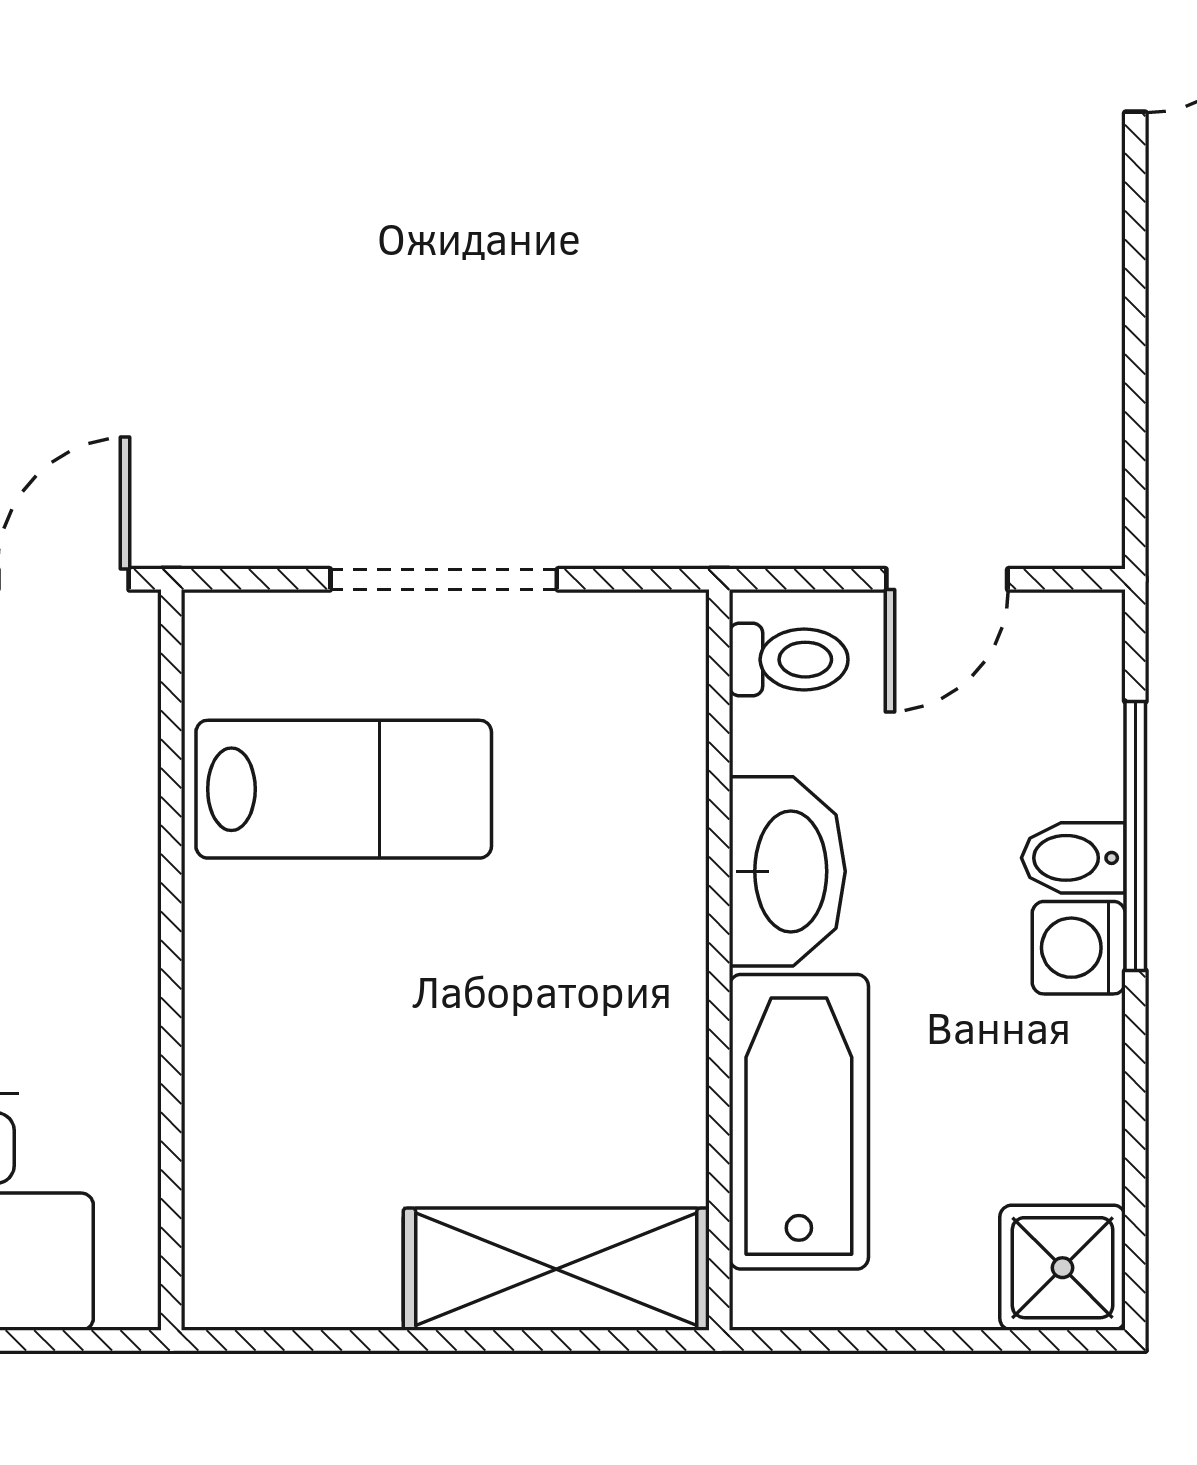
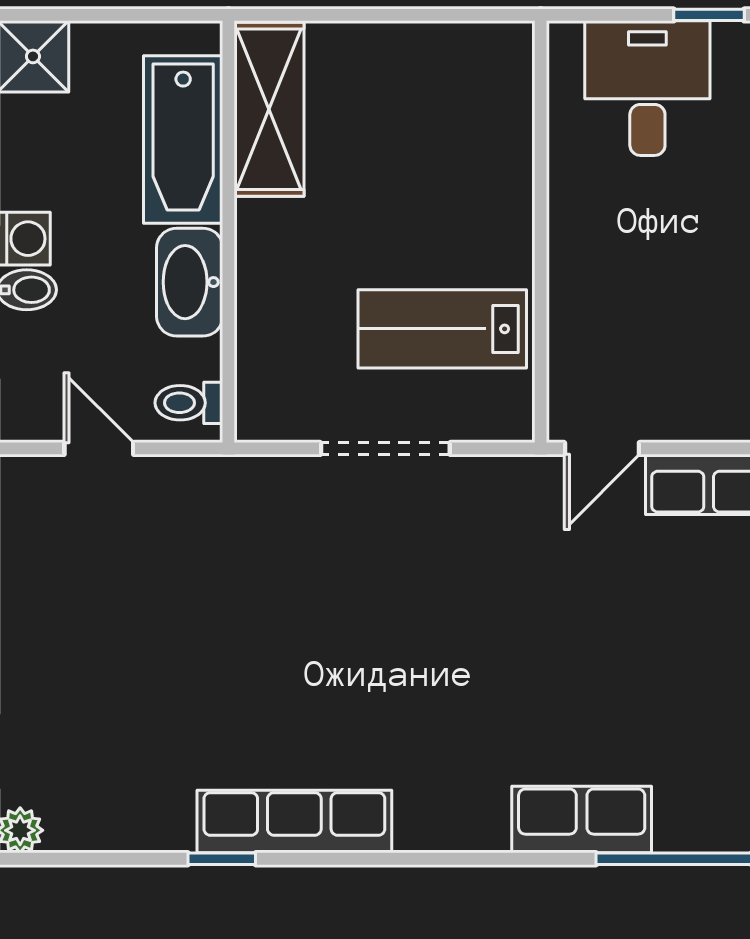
door: (947, 579) -> (99, 448), hinge flipped
shelving: (556, 1269) -> (269, 109), moved, turned 90

